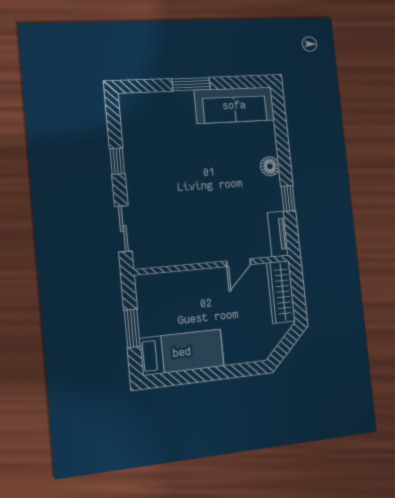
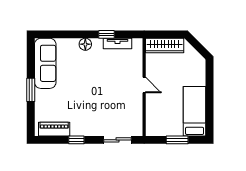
piano: (132, 124) -> (54, 129), added
tv unit: (278, 234) -> (118, 44), moved
door: (239, 263) -> (144, 85), moved

